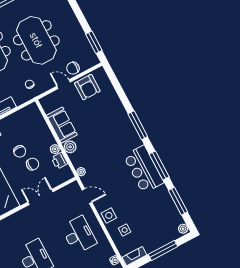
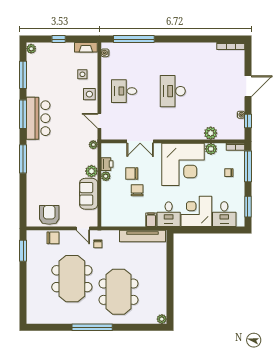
door: (63, 84) -> (83, 228), moved
desk: (79, 235) -> (124, 91), width x0.73
window: (163, 250) -> (59, 39), width x0.46

